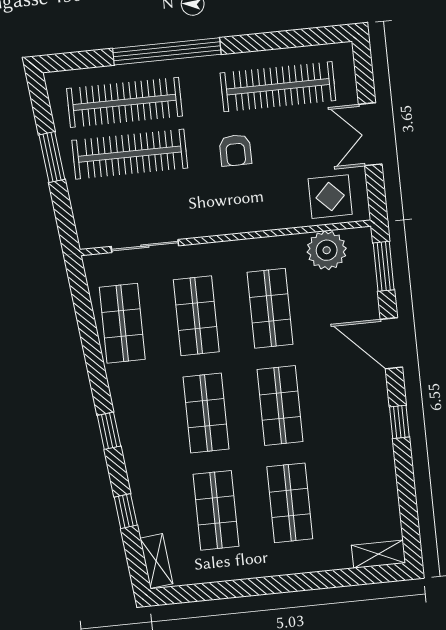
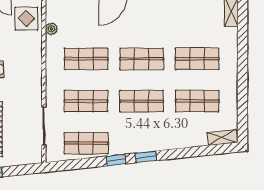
plant: (327, 250) -> (51, 29), width x0.53, depth x0.53
window: (126, 511) -> (116, 160), moved

